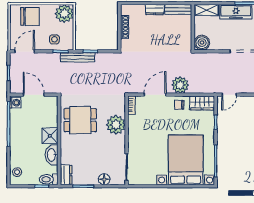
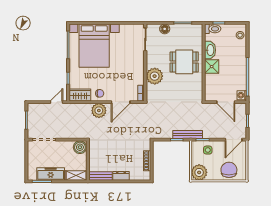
chair: (30, 16) -> (229, 170), turned 90
dining table: (80, 120) -> (184, 62), moved
dresser: (66, 175) -> (198, 33), removed

